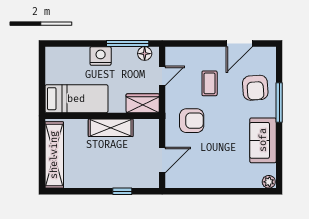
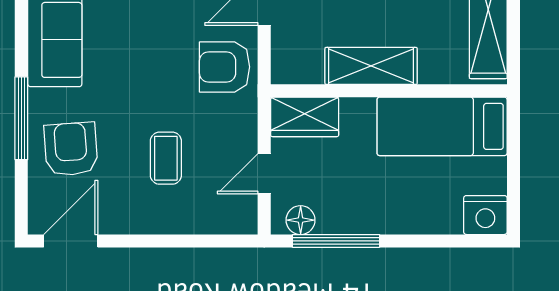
door: (239, 44) -> (71, 241), moved
nightstand: (101, 56) -> (485, 215), moved
armchair: (192, 121) -> (225, 67), moved

